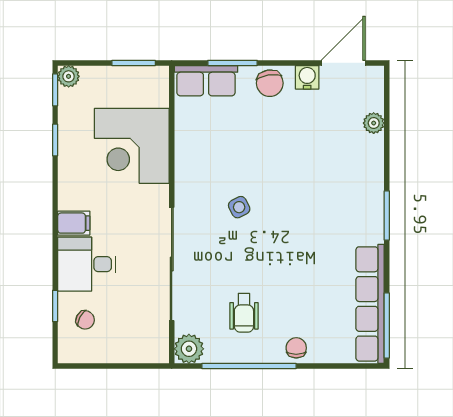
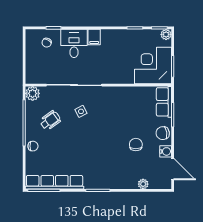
chair: (293, 138) -> (136, 145), added
corner desk: (132, 146) -> (153, 65), moved
side table: (239, 207) -> (81, 111), moved
wheelchair: (244, 313) -> (50, 120), turned 144

